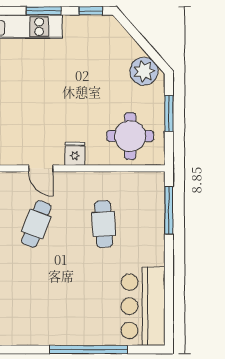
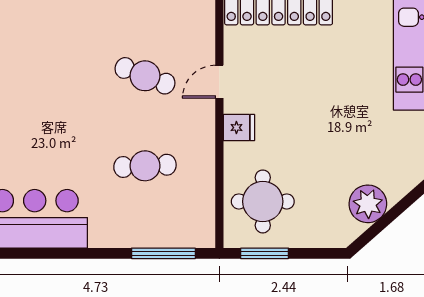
plant: (144, 71) -> (368, 204), moved
window: (169, 114) -> (265, 253), moved

